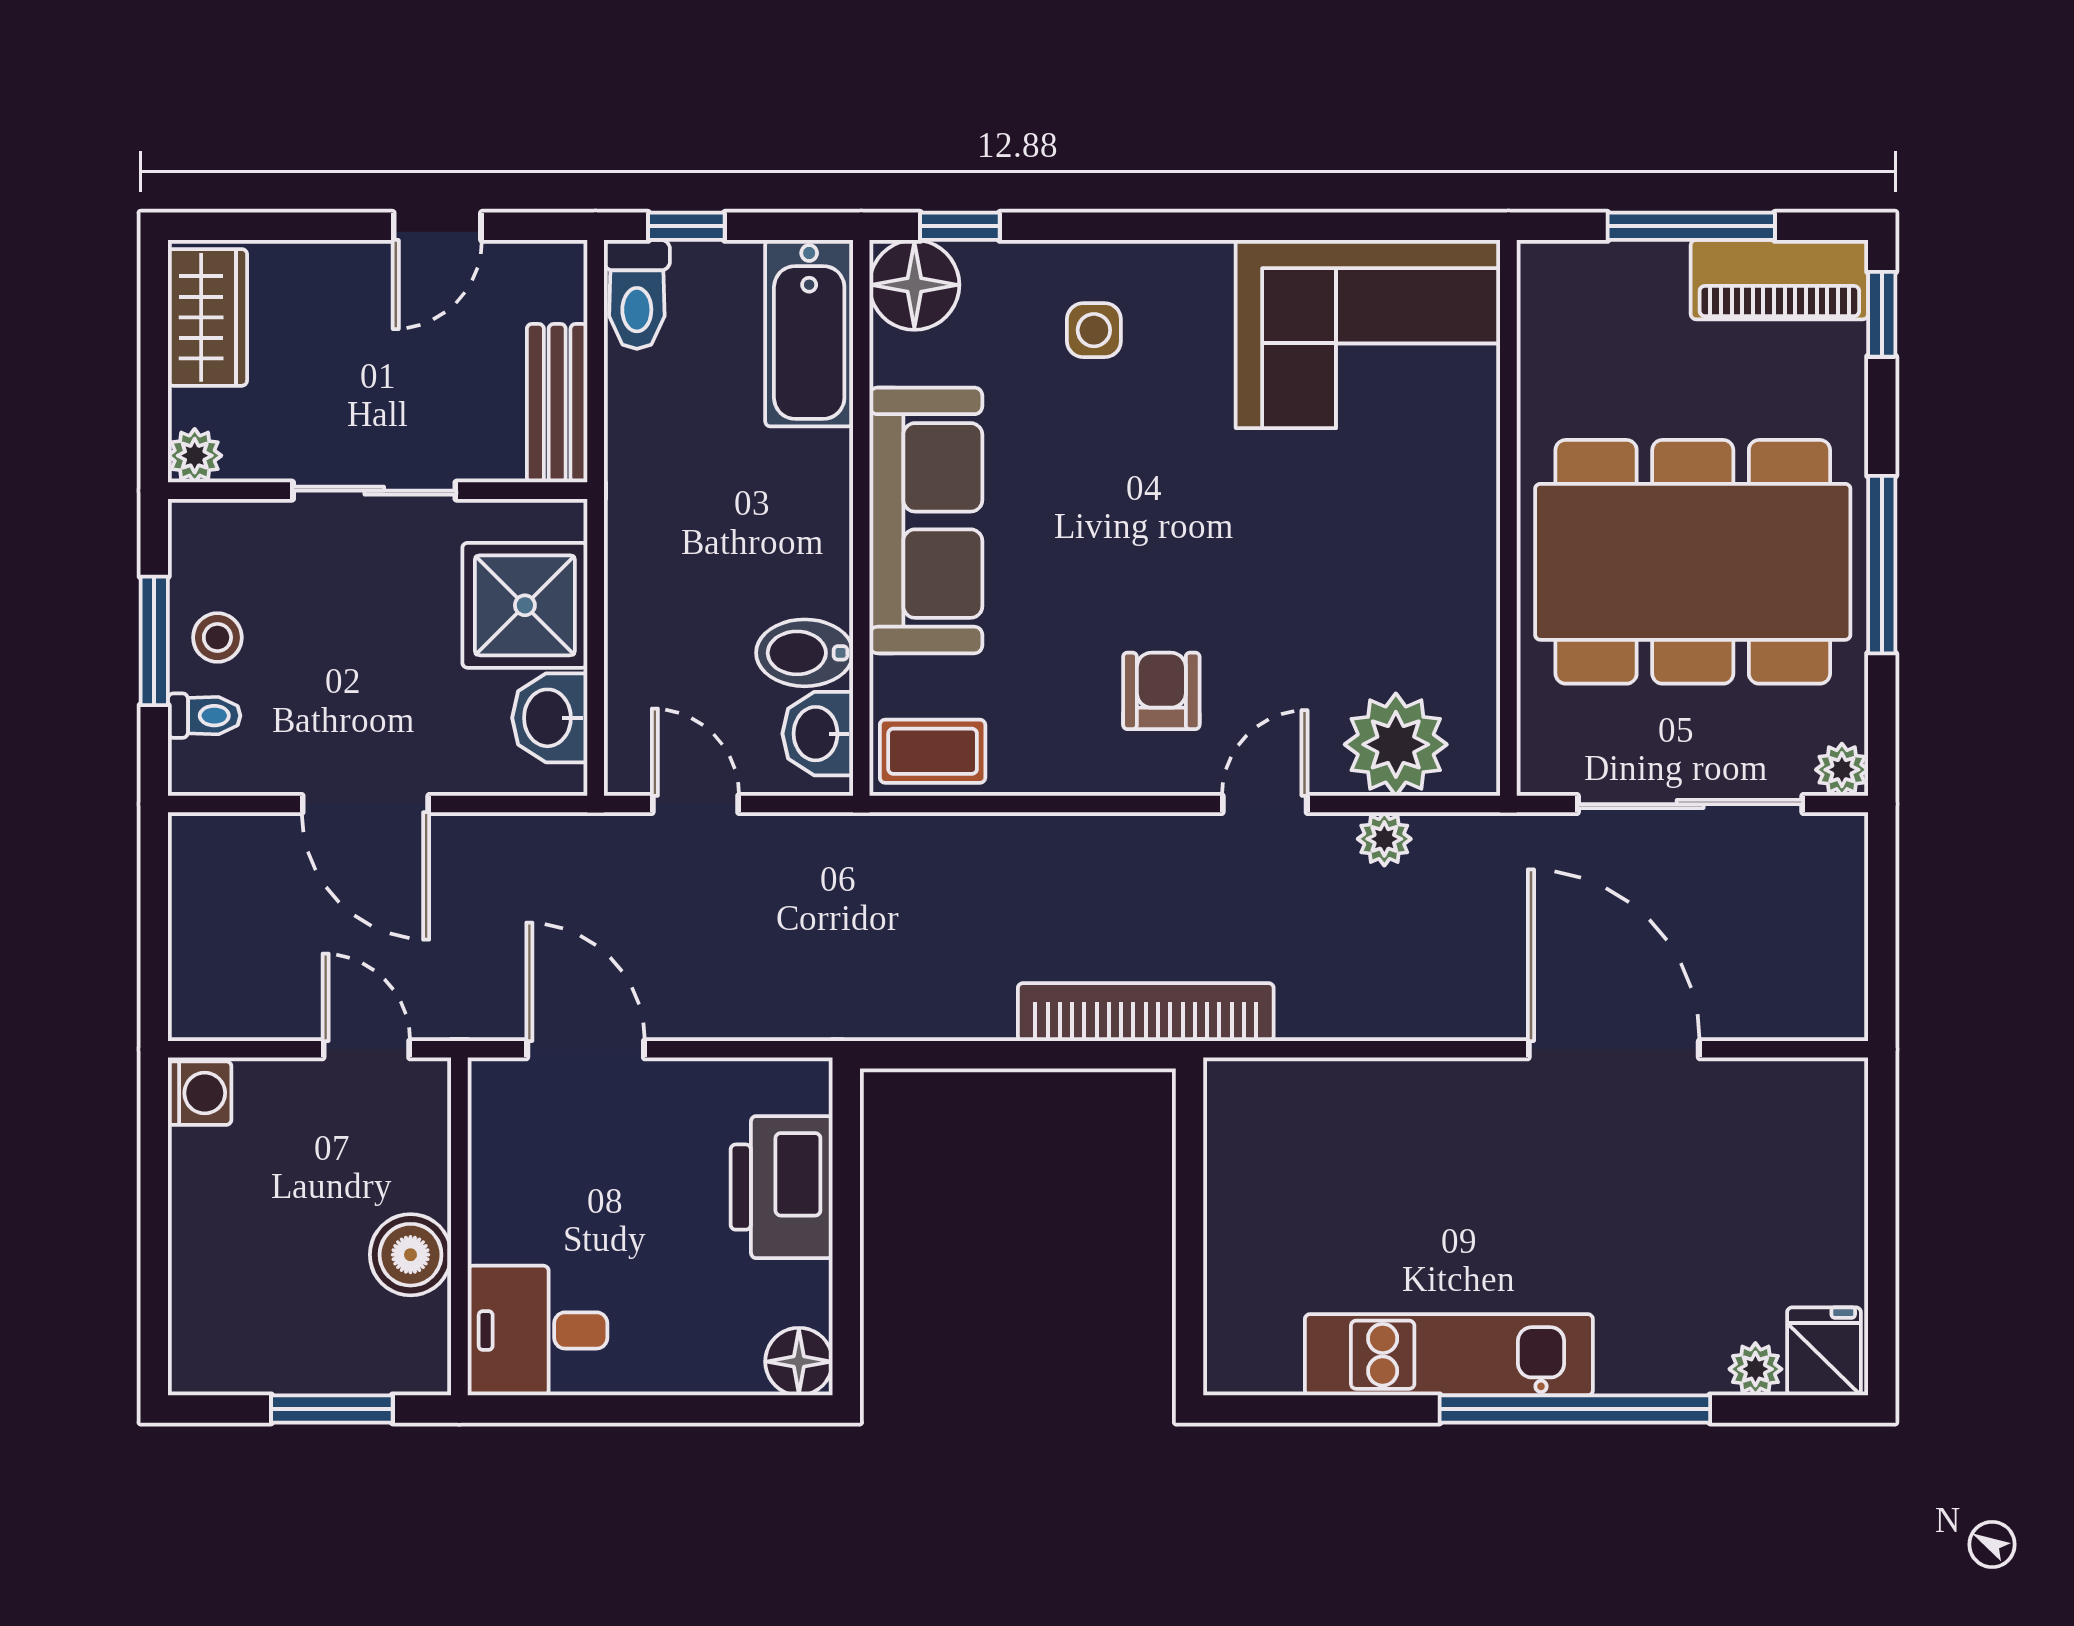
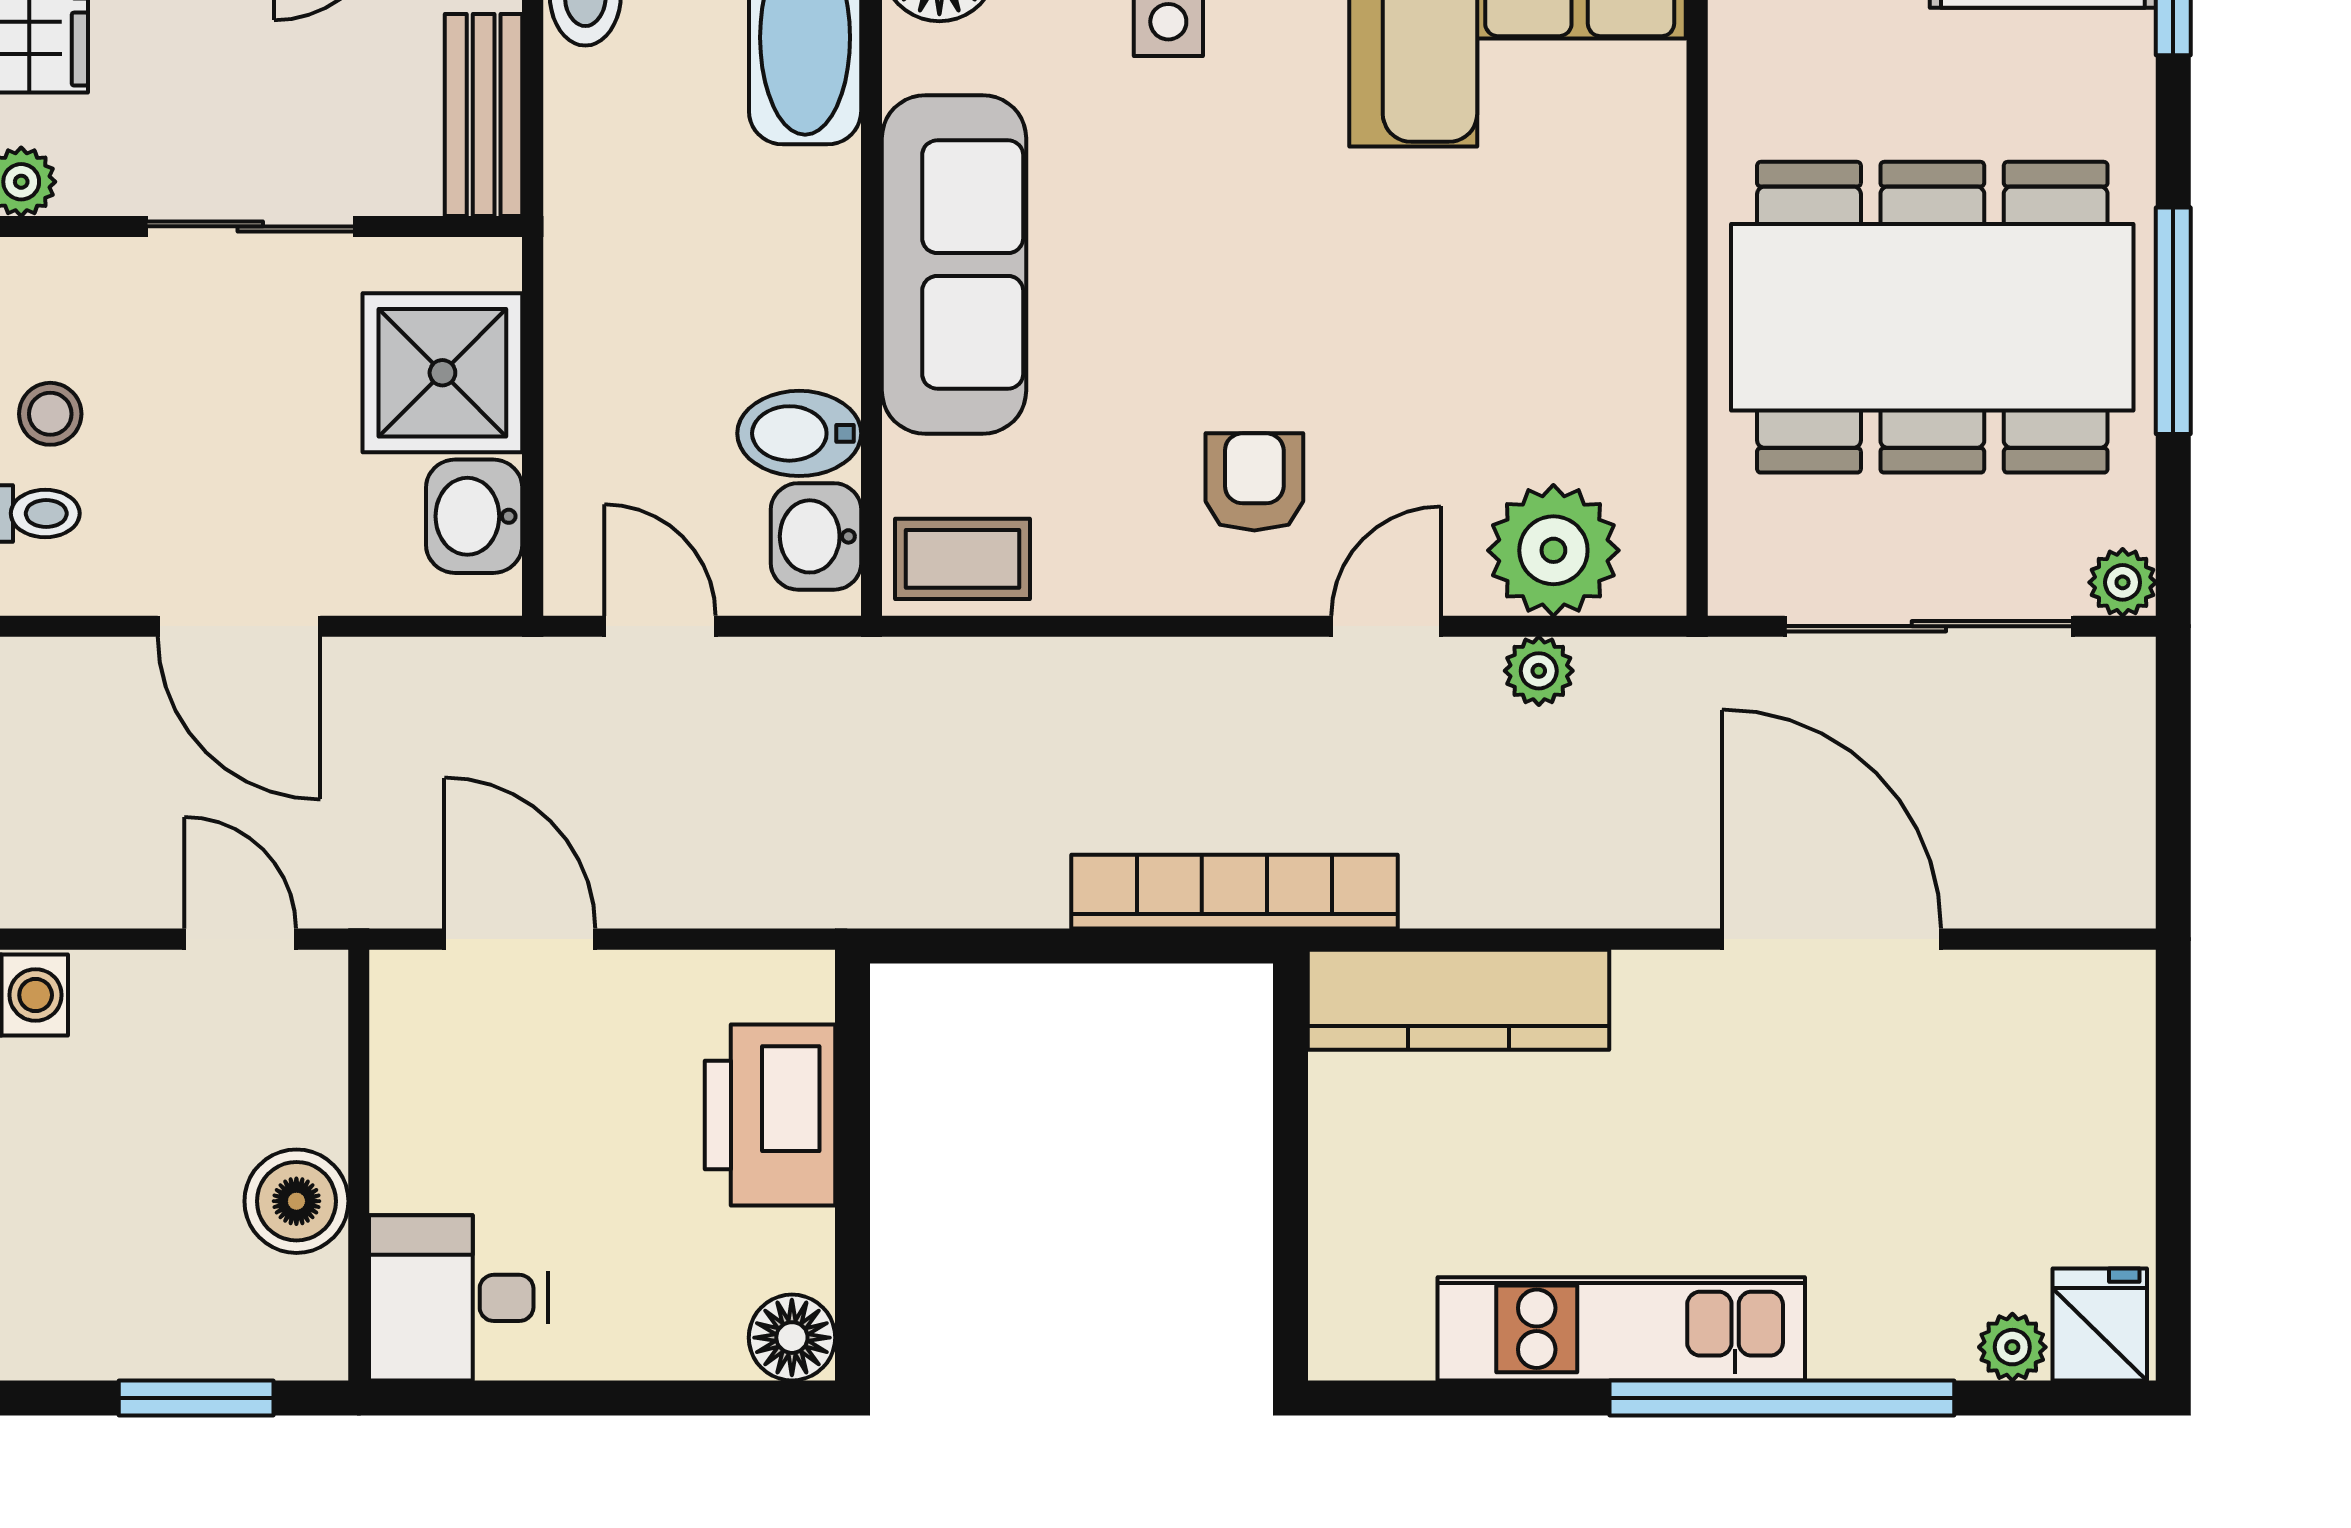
kitchen counter: (1321, 1097) -> (1458, 1000), added

